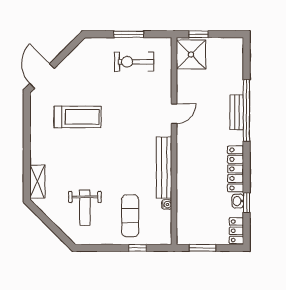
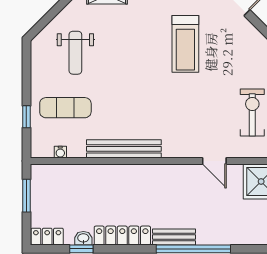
bench: (237, 112) -> (174, 237), moved
door: (174, 114) -> (214, 161), moved
water cooler: (167, 205) -> (60, 152), moved
weight bench: (85, 208) -> (75, 53), turned -90

